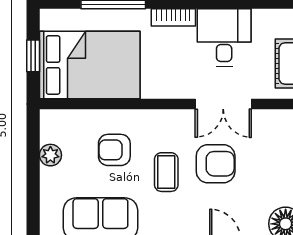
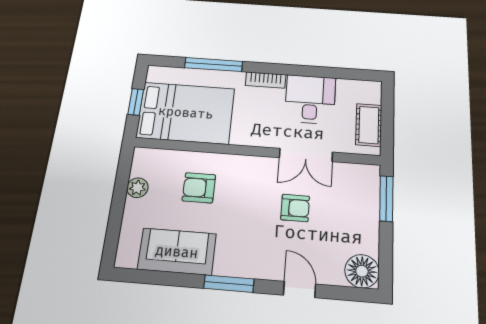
armchair: (216, 164) -> (295, 208), width x0.72, depth x0.72
coffee table: (166, 172) -> (247, 212), removed

